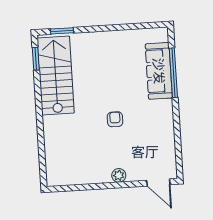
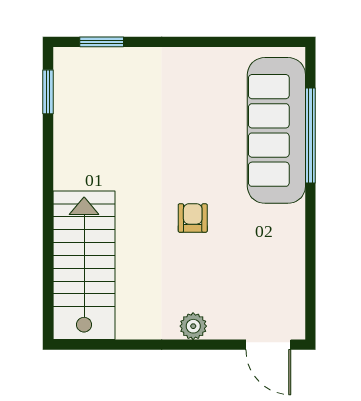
sofa: (159, 71) -> (276, 130), width x1.36, depth x1.27
stairs: (56, 76) -> (84, 265), moved

